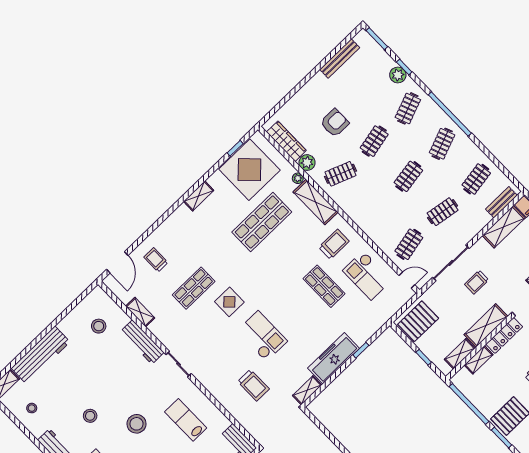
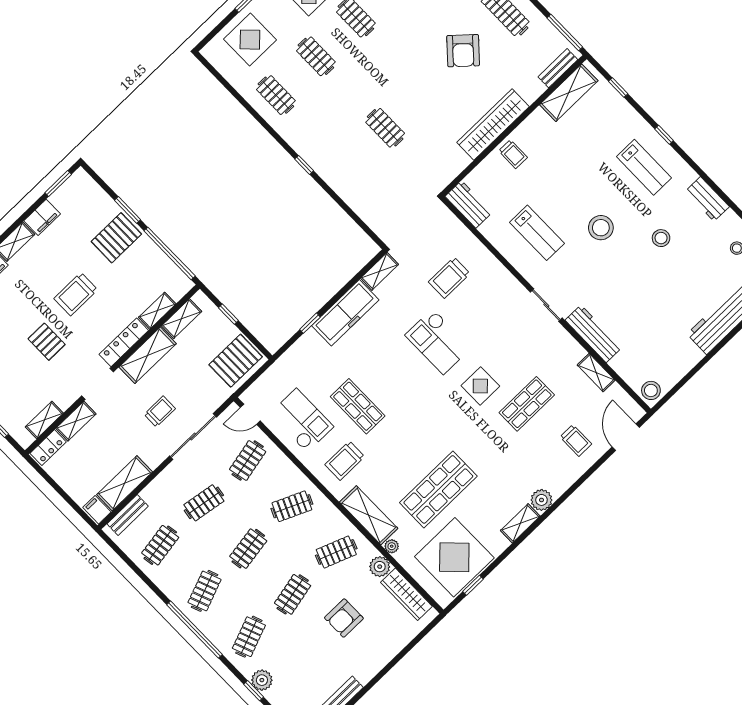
clothes rail: (375, 209) -> (292, 506), added
plant: (182, 214) -> (541, 500), added
stool: (99, 326) -> (651, 390), moved
trolley: (253, 385) -> (449, 278), turned -90

